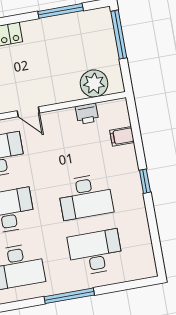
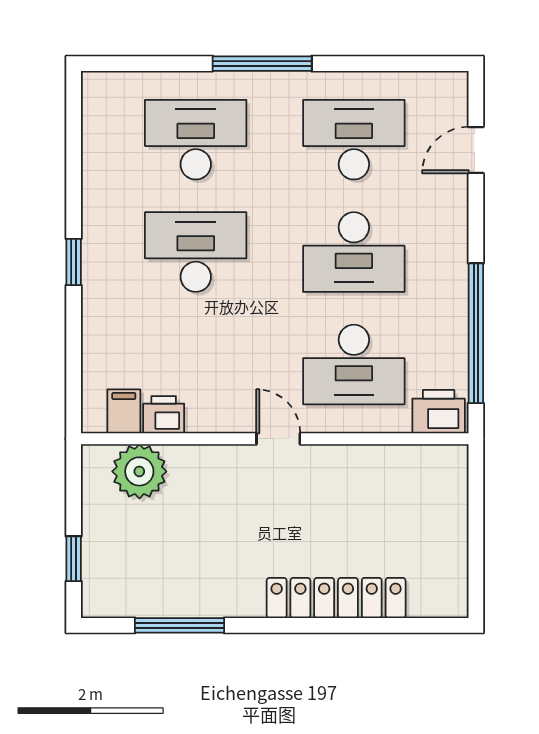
window: (119, 35) -> (74, 559), width x0.46
filing cabinet: (122, 136) -> (124, 411), moved, turned -90
desk: (95, 252) -> (196, 140), turned 180

